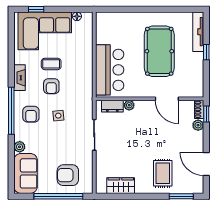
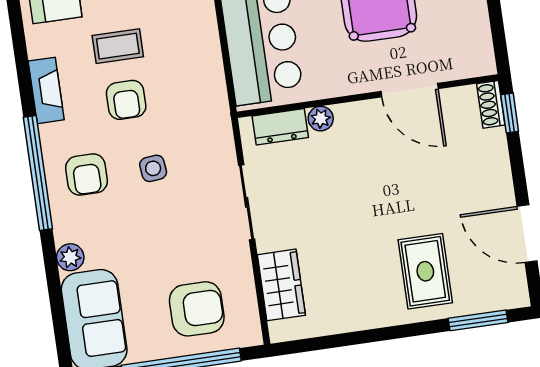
plant: (198, 125) -> (494, 143), removed
armchair: (68, 175) -> (197, 309), turned 180
wardrobe: (121, 186) -> (281, 285), moved, turned 90

